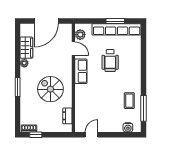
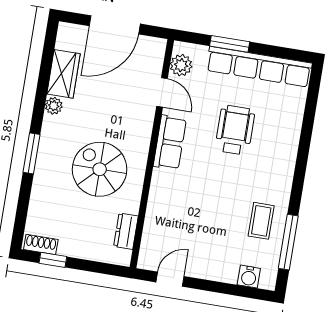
window: (115, 21) -> (230, 44), moved
wheelchair: (110, 61) -> (235, 130), turned 180

